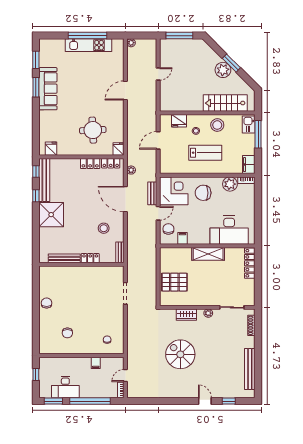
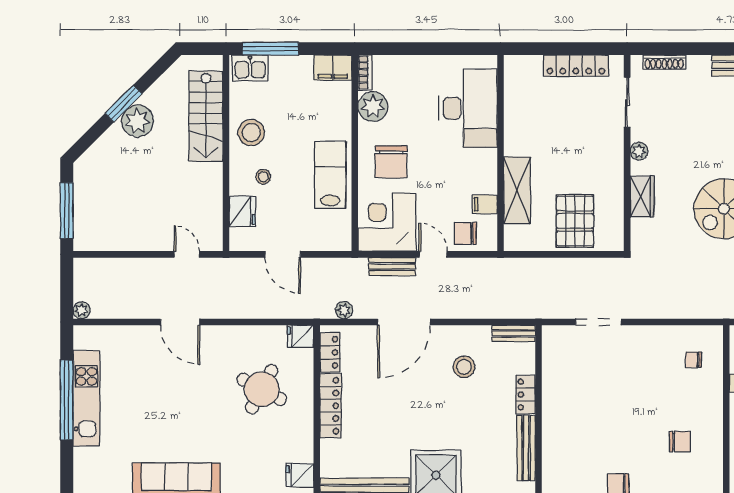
door: (158, 74) -> (187, 254), moved
round table: (93, 130) -> (262, 389), turned 31
lab bench: (205, 153) -> (330, 175), moved
locker: (90, 164) -> (331, 406), width x1.53
shelving: (208, 254) -> (517, 190), moved
locker: (250, 263) -> (576, 66), moved

